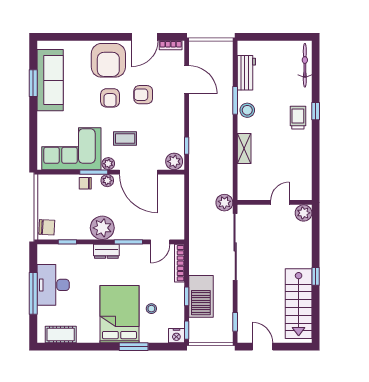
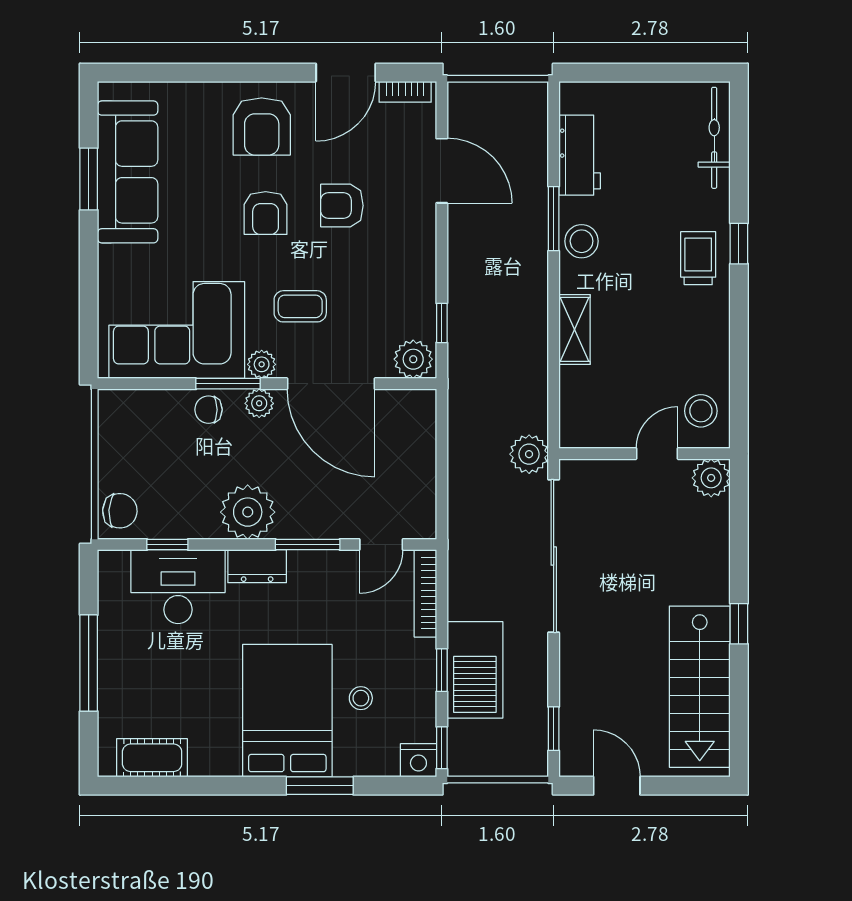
armchair: (108, 60) -> (262, 126), width x0.73, depth x0.73
stool: (299, 184) -> (701, 411), added
desk: (53, 285) -> (178, 587), moved, turned 90

